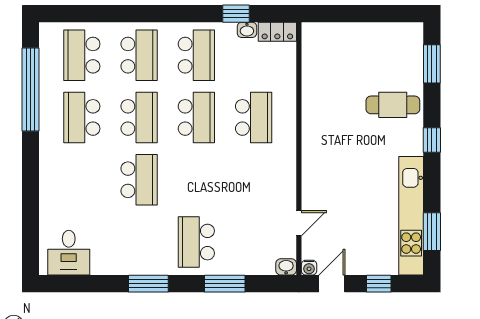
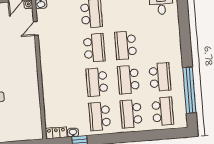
school desk: (254, 117) -> (94, 48), moved, turned 180

